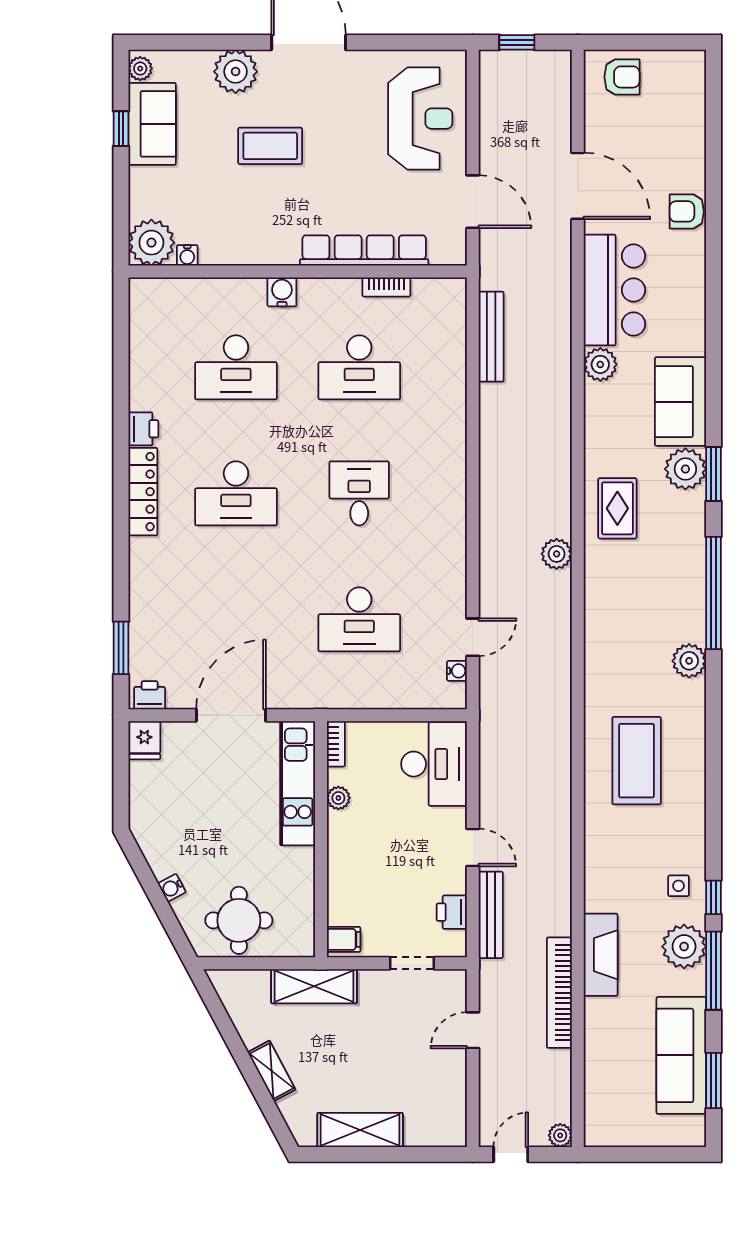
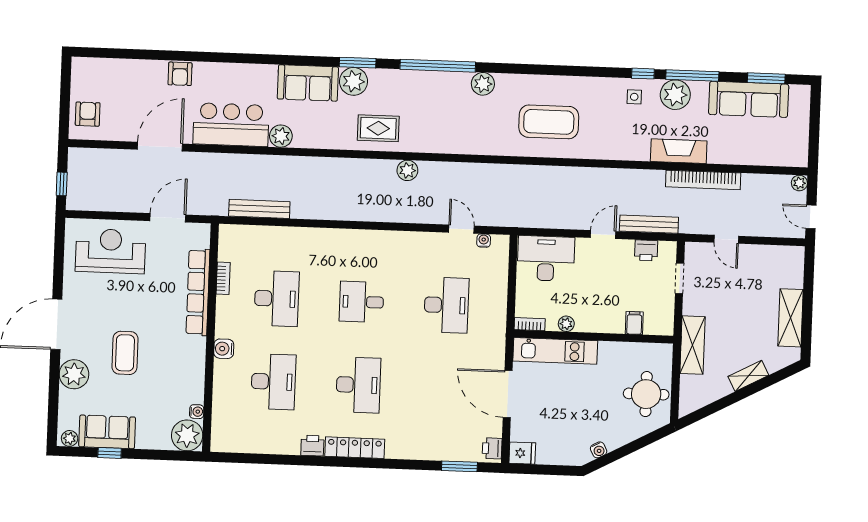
water cooler: (172, 888) -> (599, 450), moved
filing cabinet: (344, 939) -> (634, 323), moved

